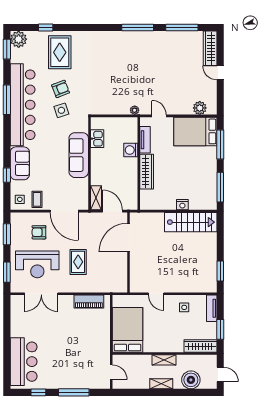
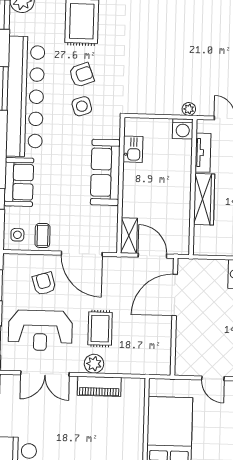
washing machine: (131, 150) -> (183, 129), moved, turned -90
armchair: (39, 232) -> (44, 284), turned 73
plant: (75, 286) -> (94, 364), added
piano: (89, 301) -> (99, 386), moved

